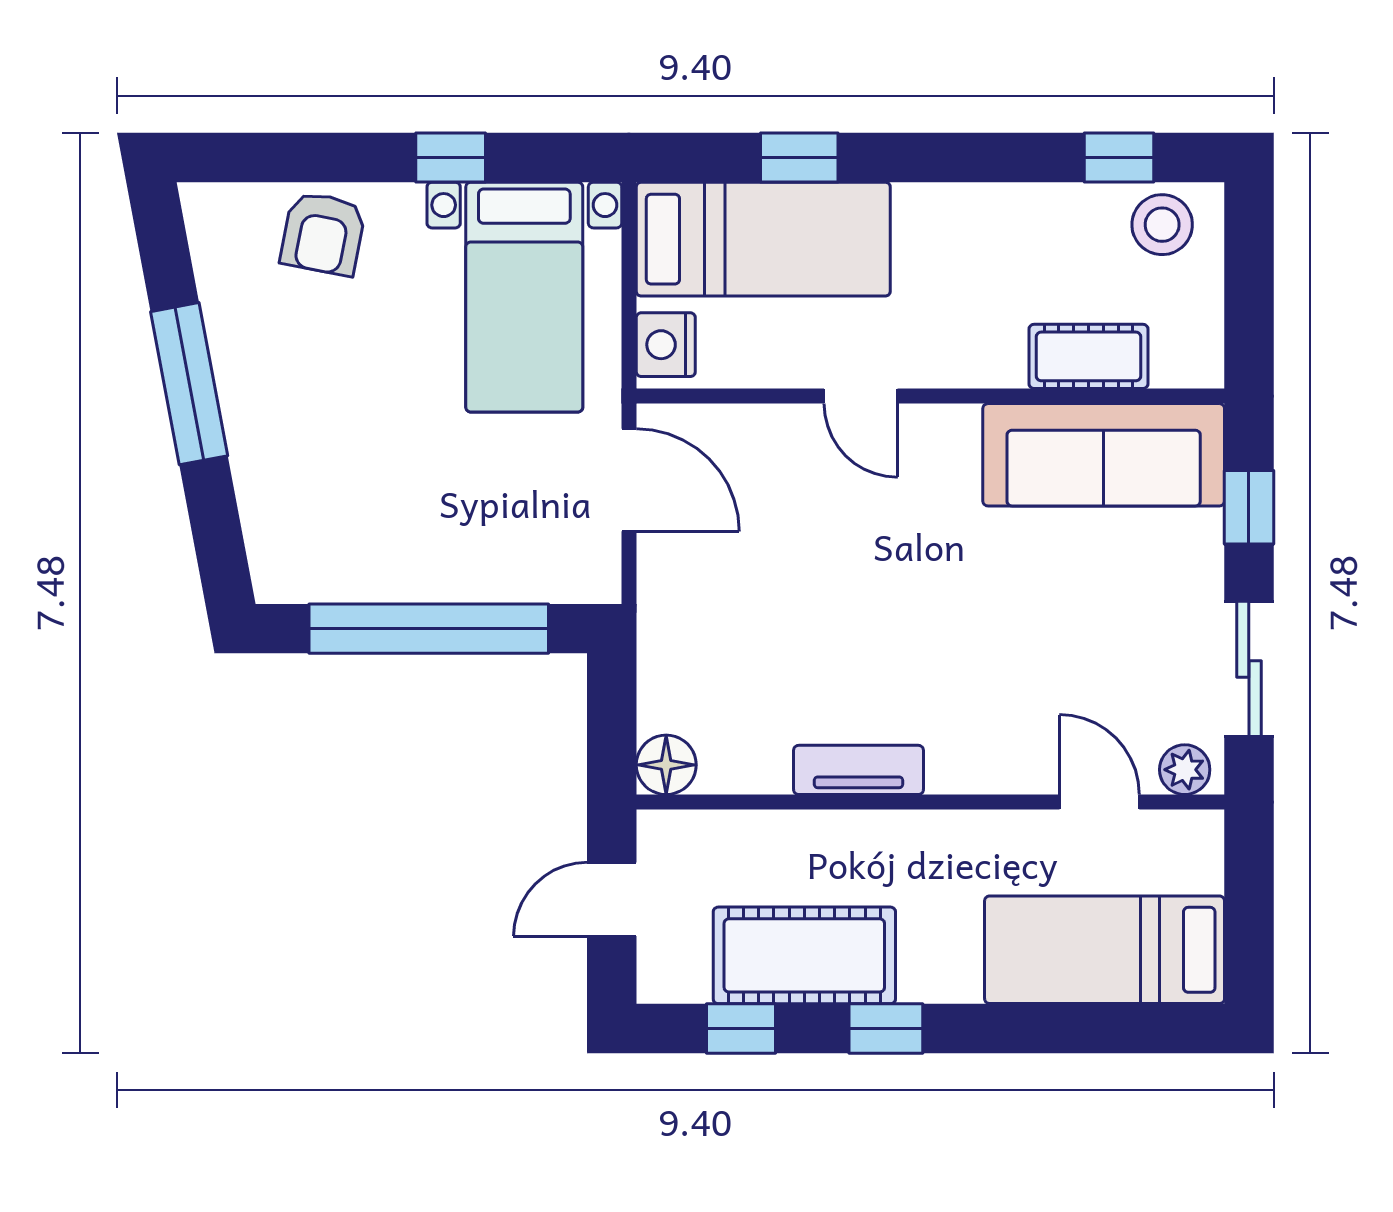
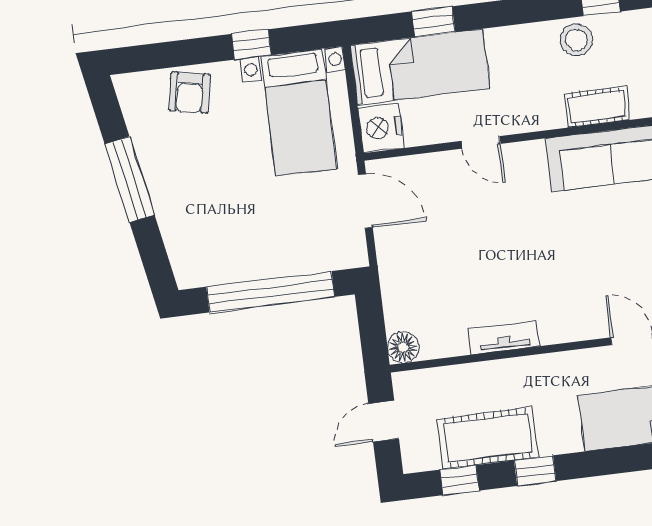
stool: (1162, 225) -> (576, 40), moved
nightstand: (666, 345) -> (381, 128), width x1.36, depth x1.33

